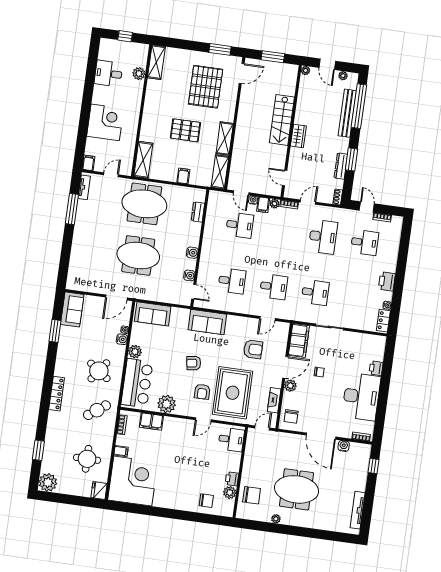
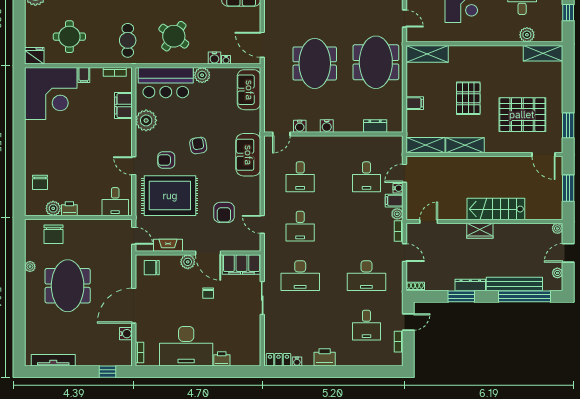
dresser: (341, 166) -> (470, 285), moved
desk: (315, 293) -> (300, 276), width x1.37
cafe table: (97, 410) -> (128, 40), turned 36

